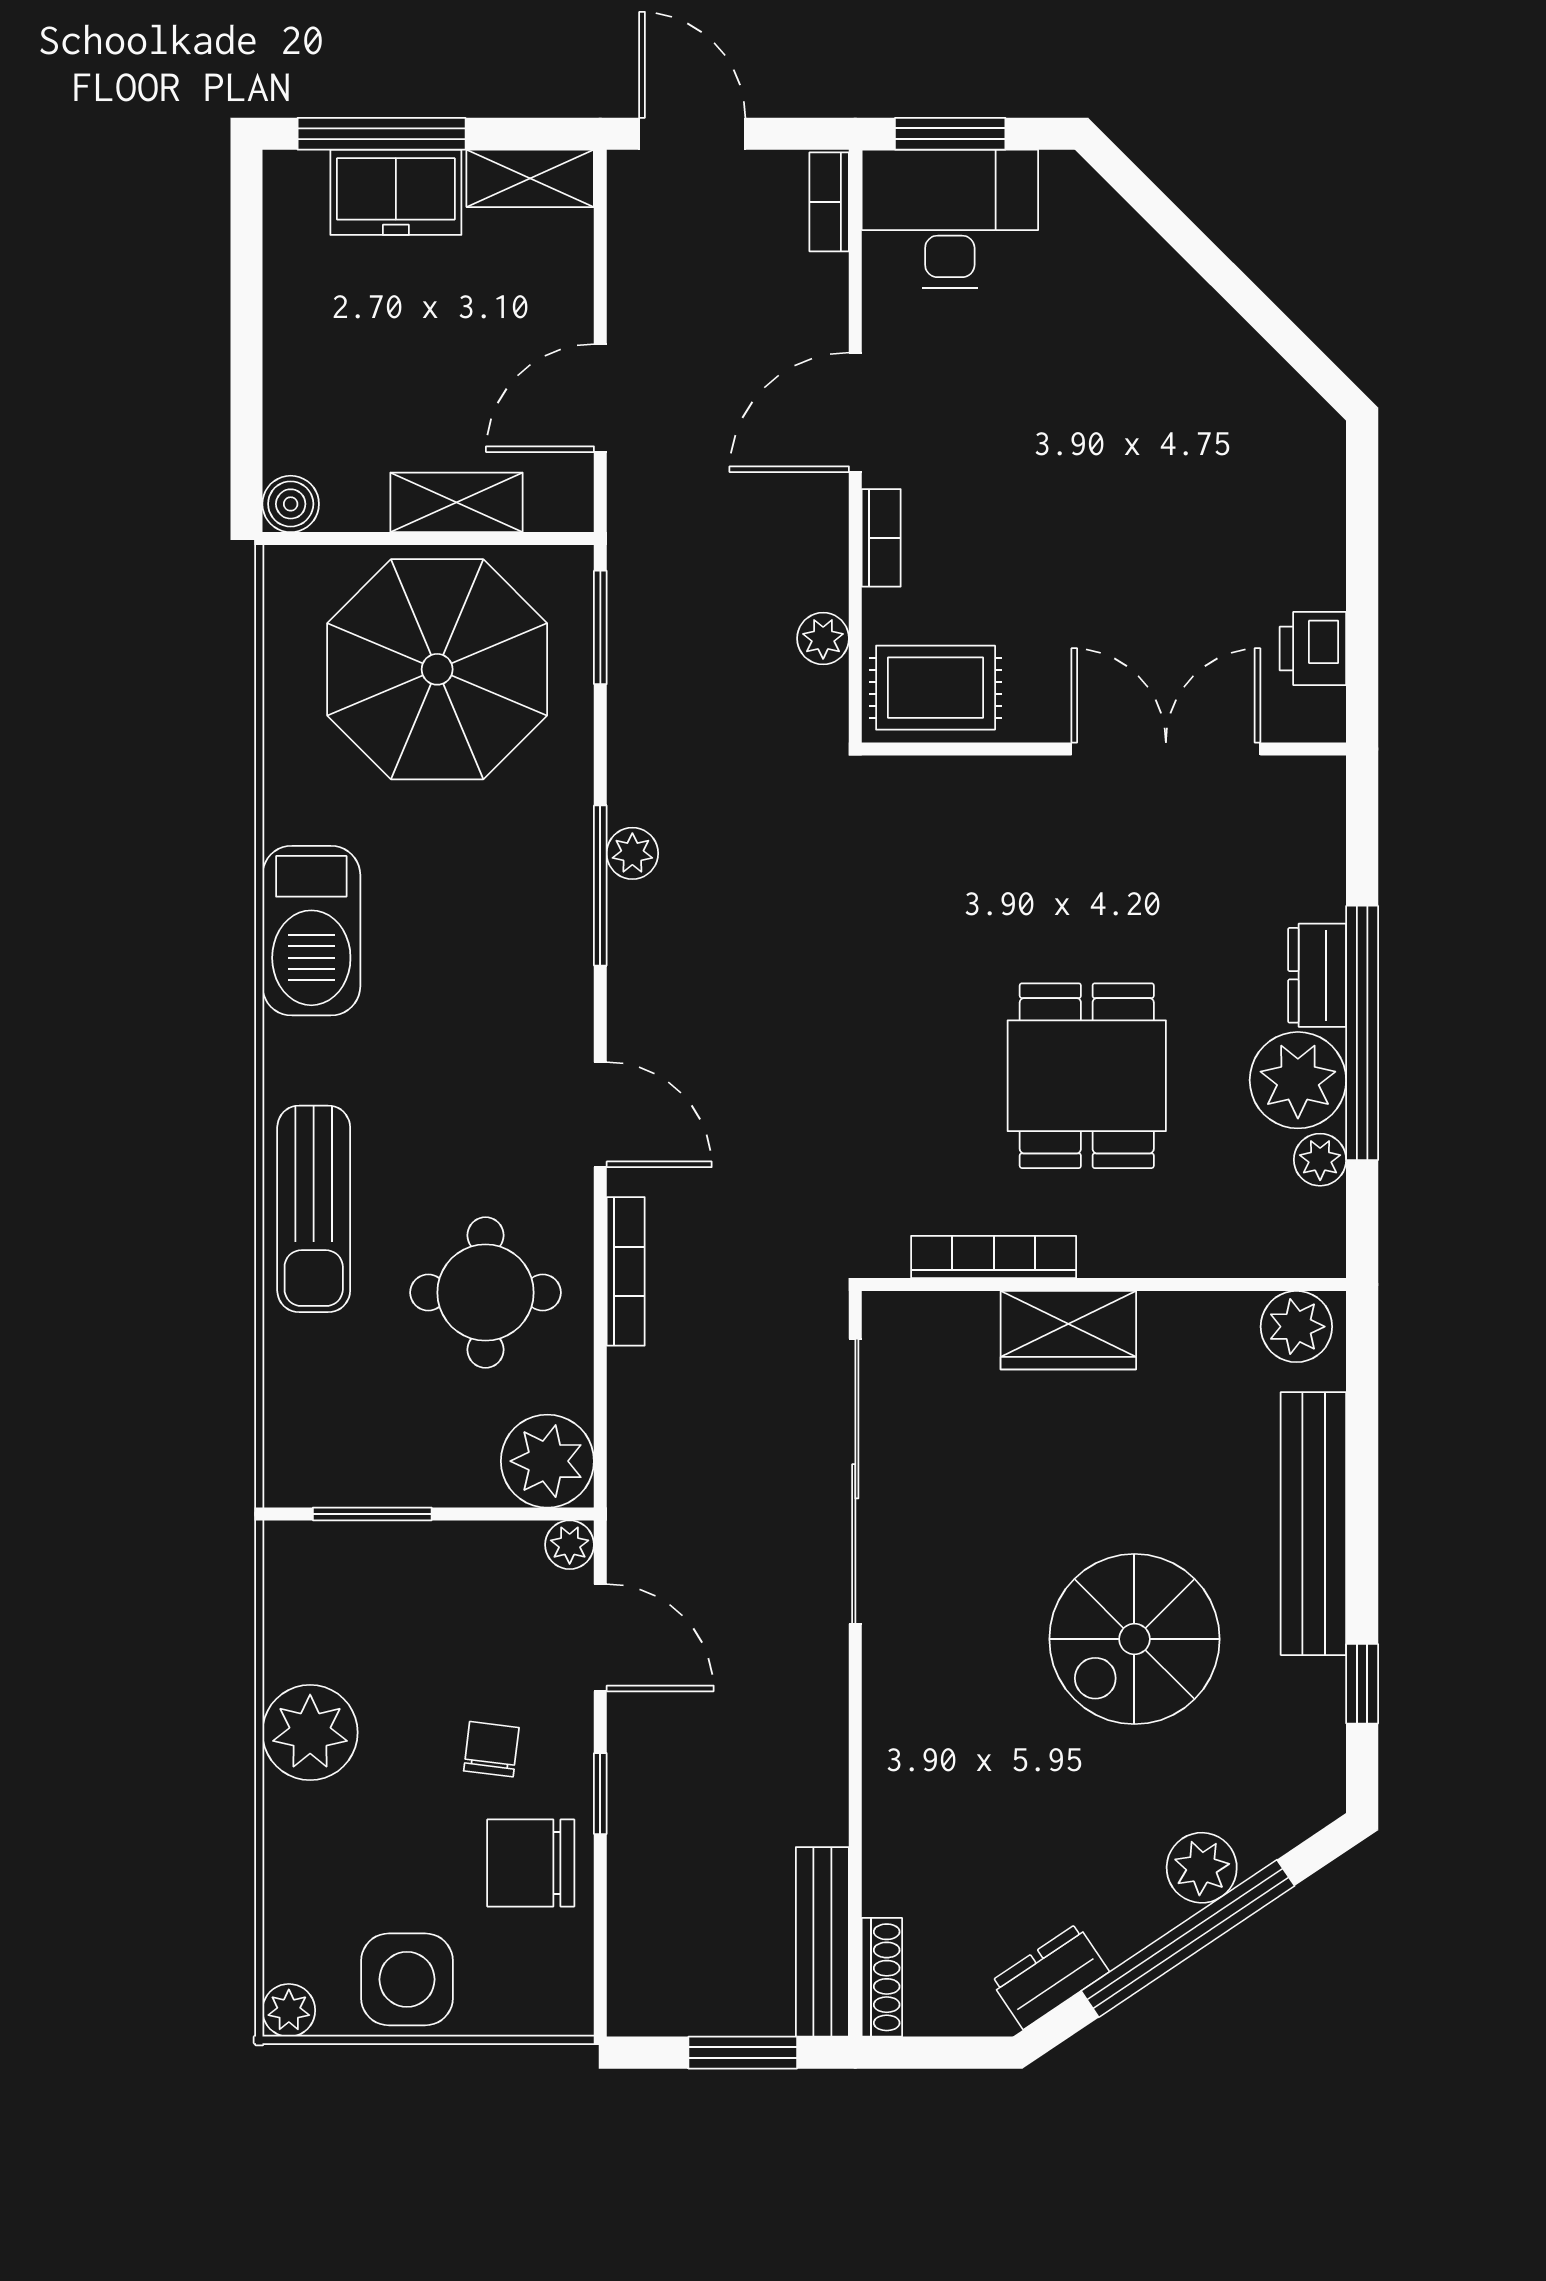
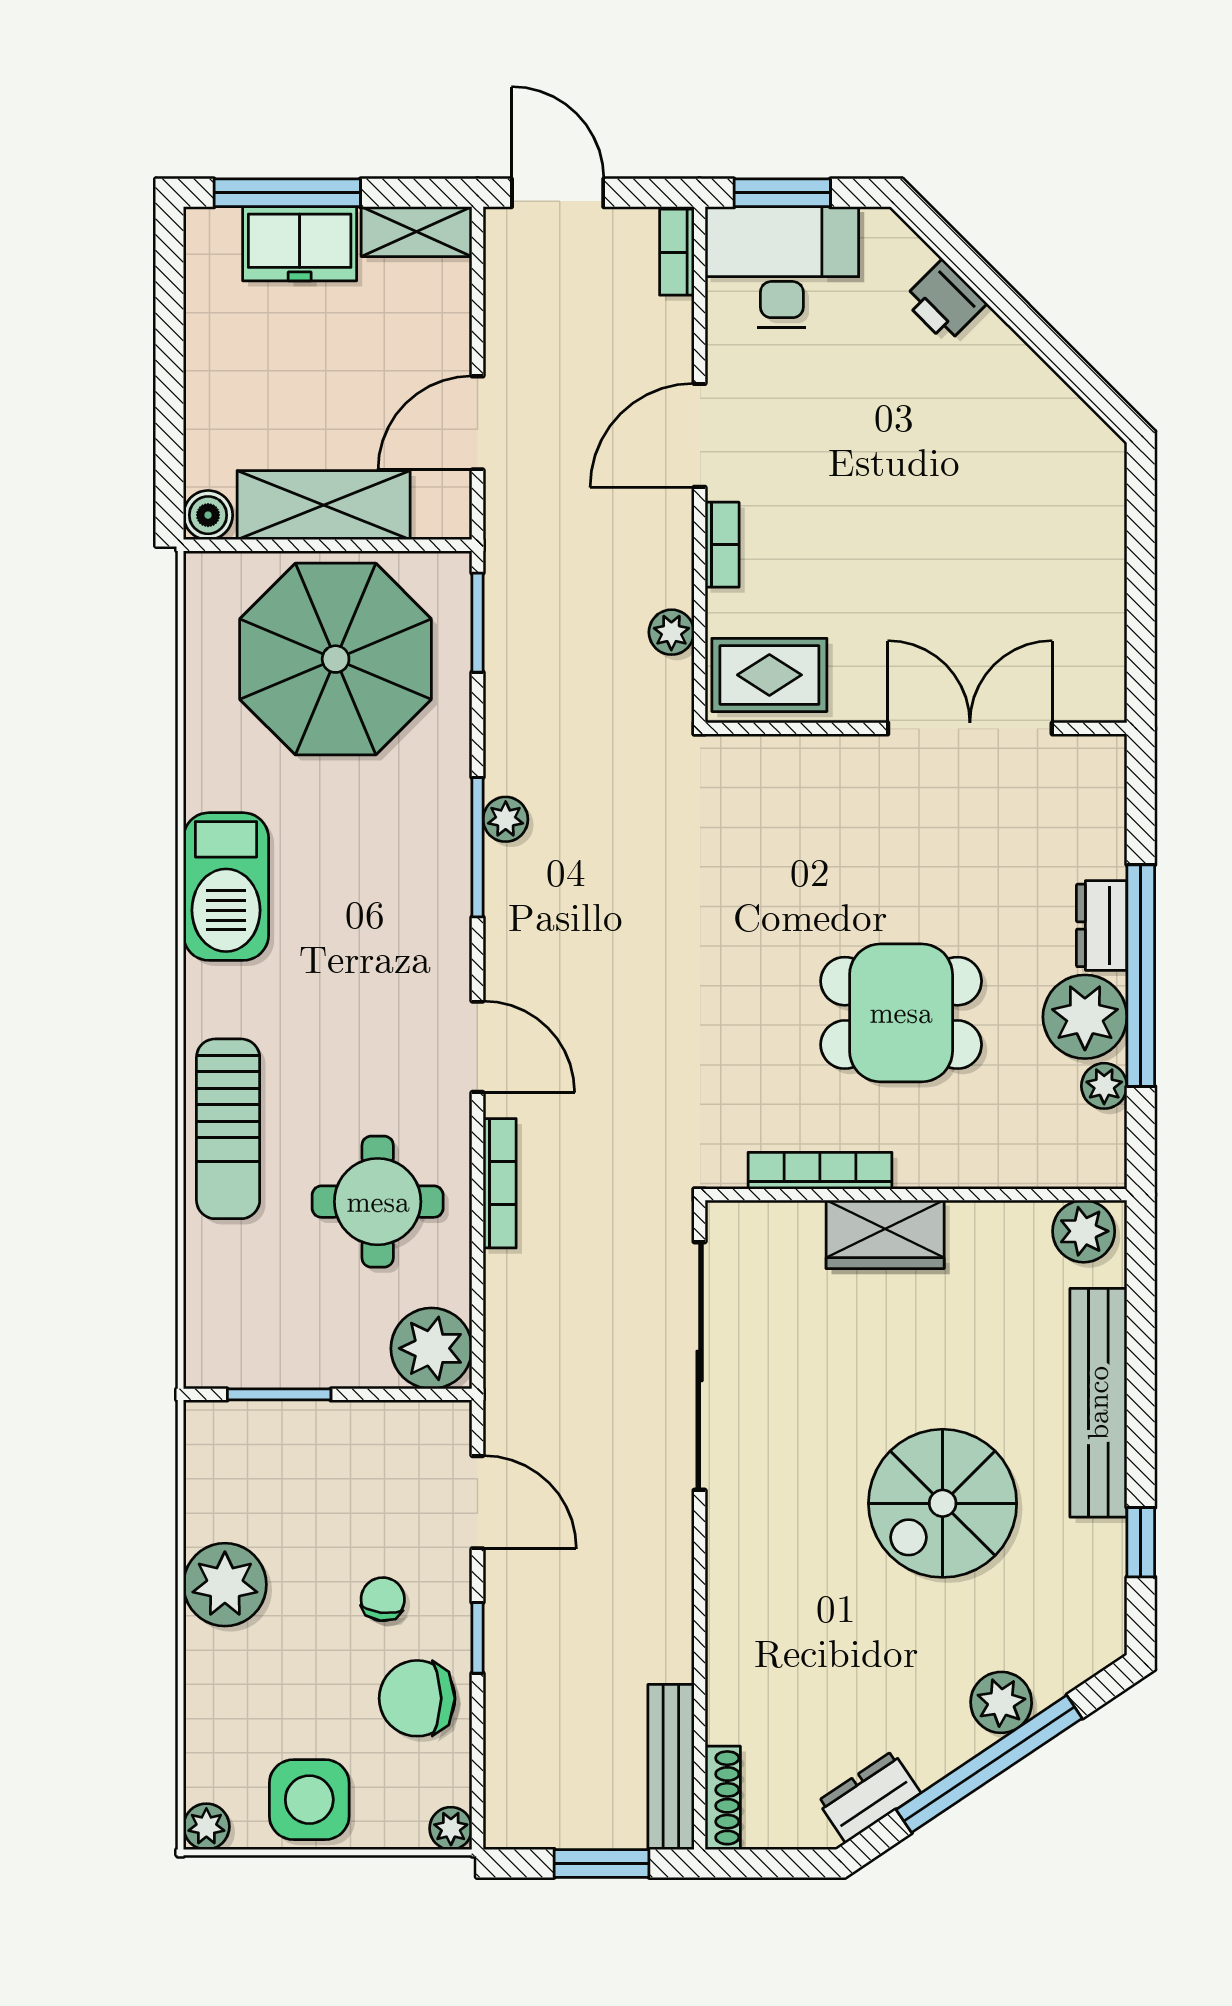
shelving: (457, 502) -> (324, 505), width x1.50, depth x1.33
printer: (1313, 648) -> (945, 301), moved, turned -45
dining table: (1087, 1076) -> (901, 1013), turned 90
plant: (570, 1545) -> (451, 1828), moved

